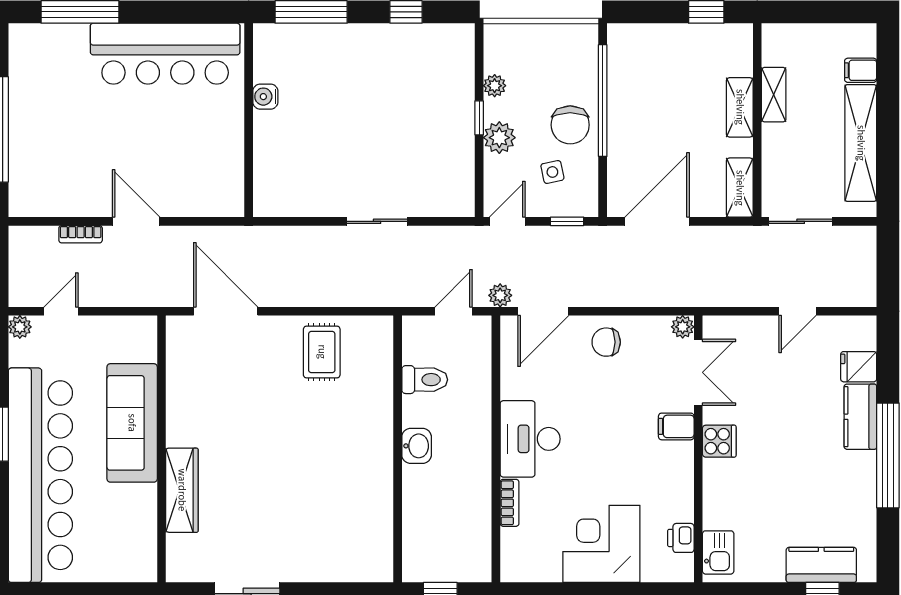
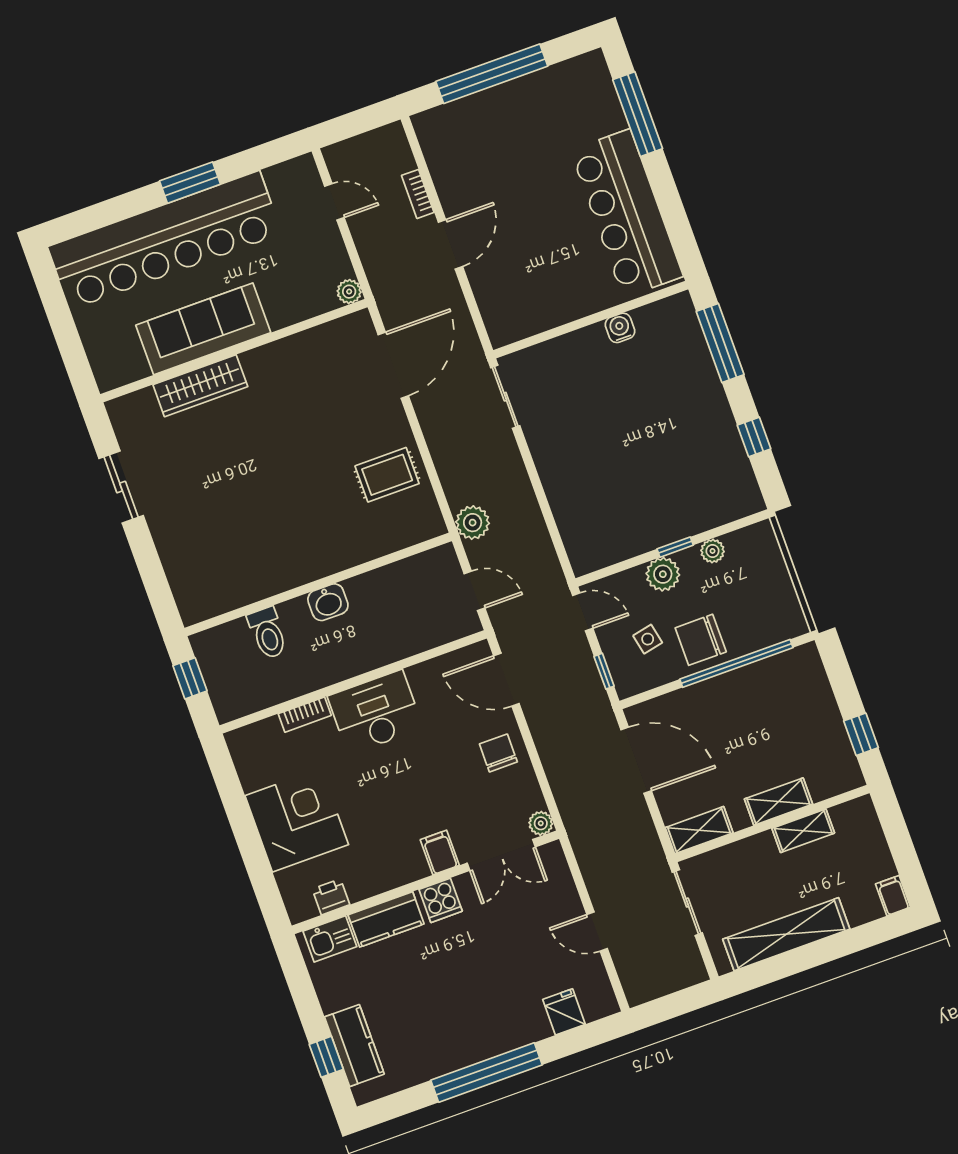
filing cabinet: (861, 70) -> (893, 896), moved
sliding door: (377, 221) -> (505, 397), moved
plant: (500, 295) -> (473, 523), moved, width x1.38, depth x1.38
plant: (20, 327) -> (349, 292), moved
toilet: (425, 380) -> (268, 633), moved
kitchen counter: (860, 417) -> (386, 919), moved, turned 180
sofa: (132, 423) -> (203, 329), moved

